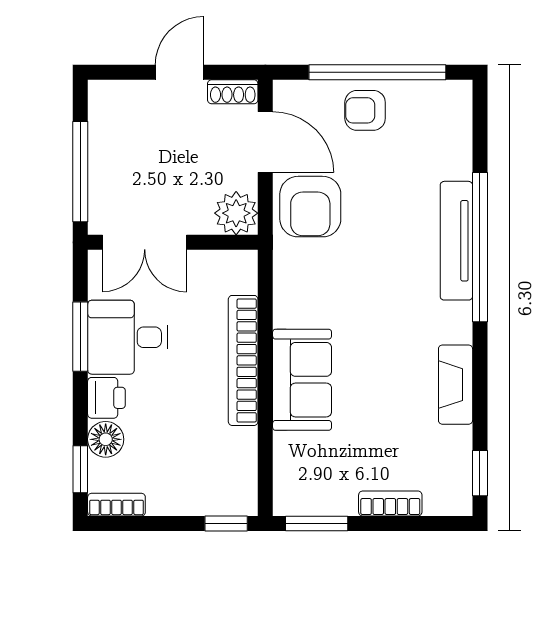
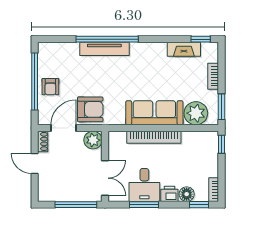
sofa: (302, 380) -> (154, 113), width x1.36
fireplace: (456, 385) -> (184, 49), moved
plant: (301, 462) -> (196, 113), added

